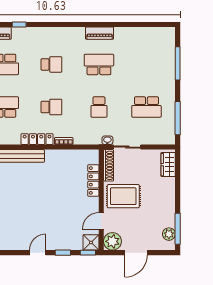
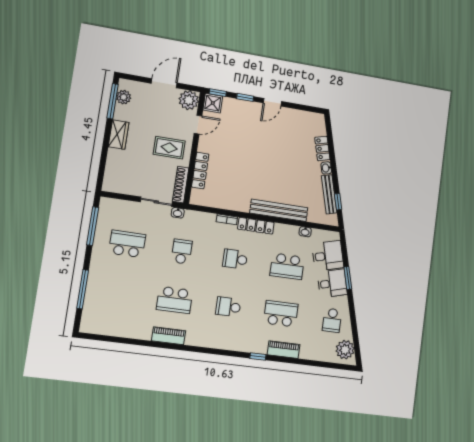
wardrobe: (168, 165) -> (119, 135), moved
rug: (123, 196) -> (169, 148), width x0.73, depth x0.70

